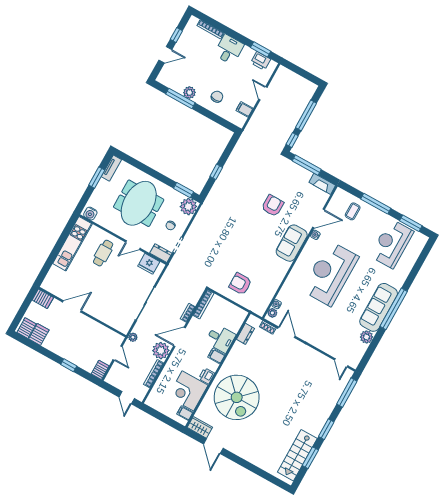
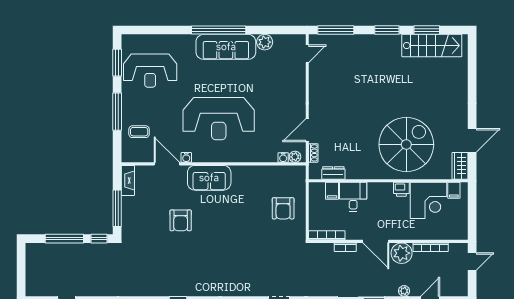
armchair: (273, 206) -> (181, 220), turned -90
filing cabinet: (216, 356) -> (332, 191), moved

